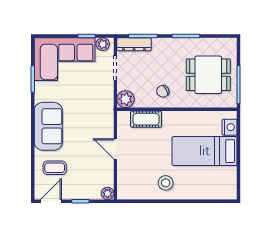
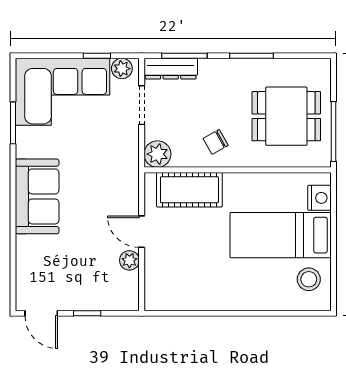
cot: (146, 119) -> (189, 190), width x1.37, depth x1.34
coffee table: (55, 168) -> (47, 261), removed
stool: (166, 183) -> (309, 279), moved
plant: (108, 193) -> (129, 260), moved
door: (51, 201) -> (41, 313), swing flipped

